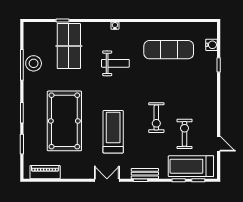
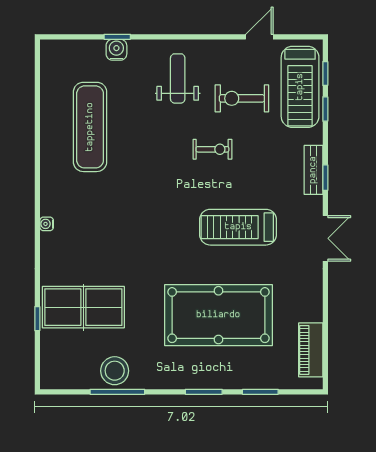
water cooler: (212, 45) -> (116, 50), moved
weight bench: (115, 63) -> (178, 78), moved
exercise bike: (156, 118) -> (212, 149), width x0.73, depth x0.72
double door: (107, 180) -> (325, 238), swing flipped

